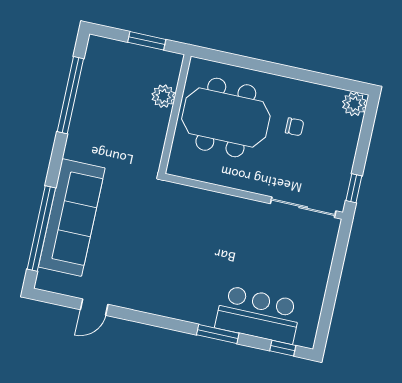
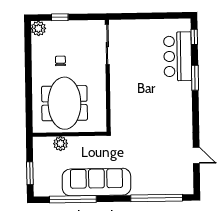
window: (147, 41) -> (30, 173), moved
window: (354, 188) -> (60, 17), moved
sofa: (72, 217) -> (97, 182), moved

